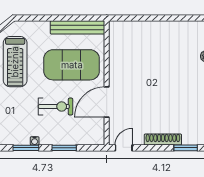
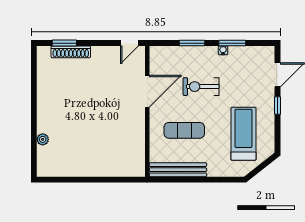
exercise mat: (72, 65) -> (184, 130), width x0.50, depth x0.69
shoe rack: (163, 139) -> (71, 52), moved

